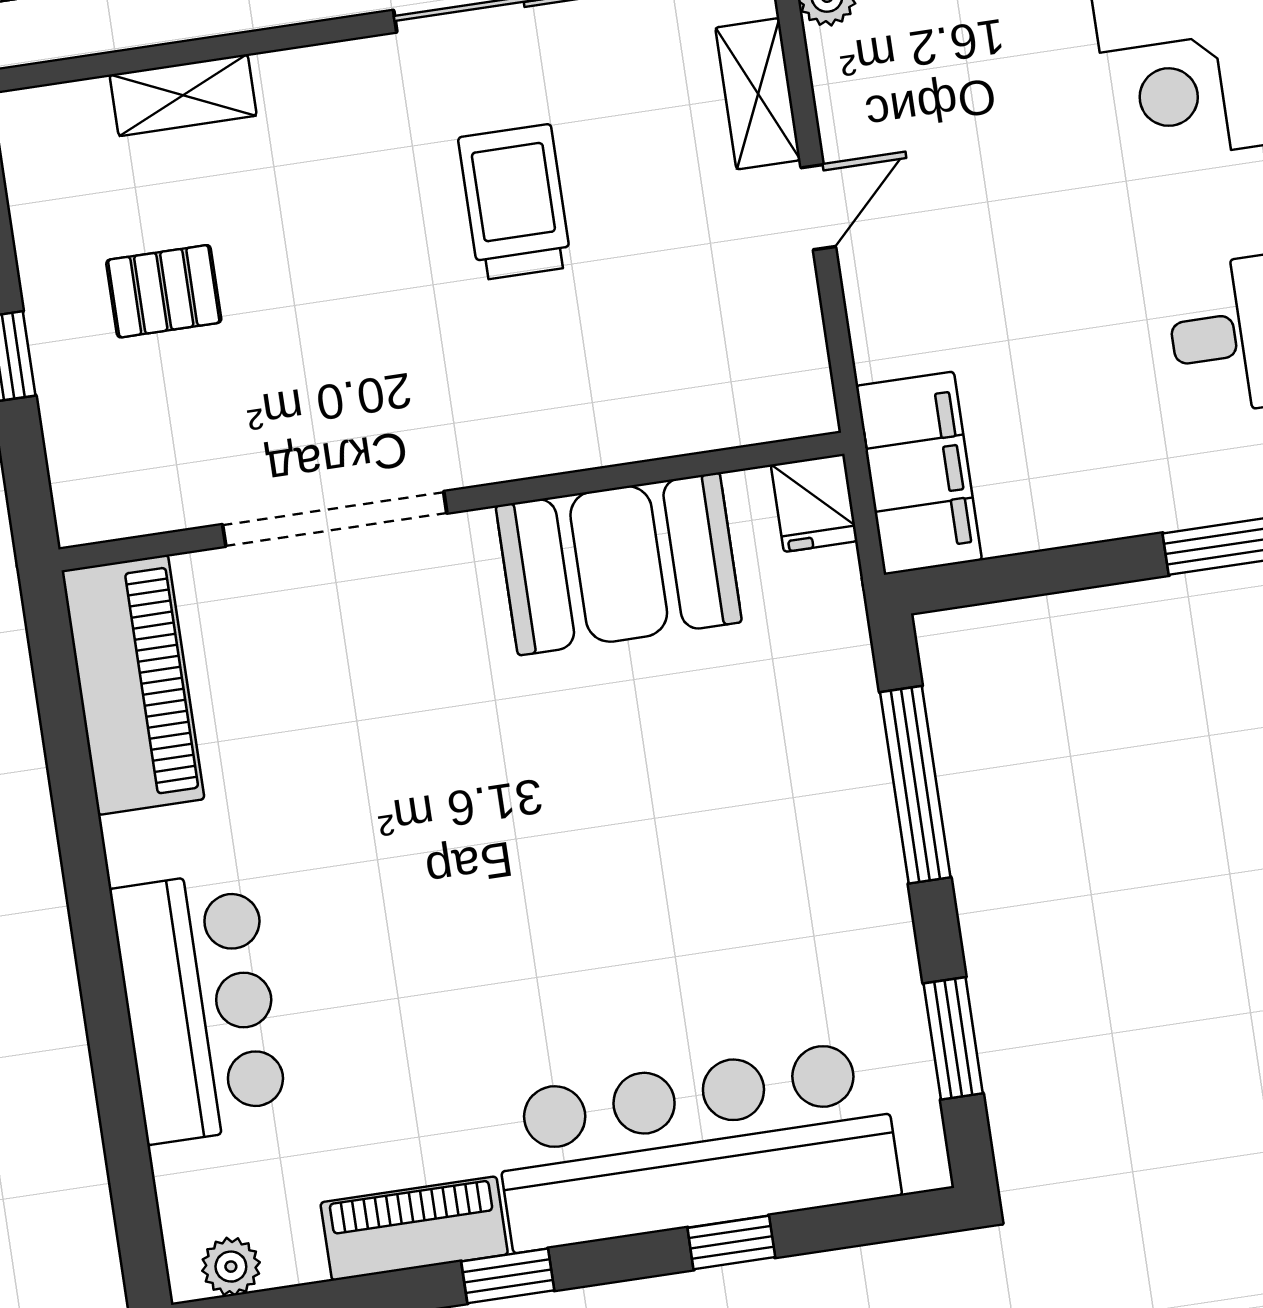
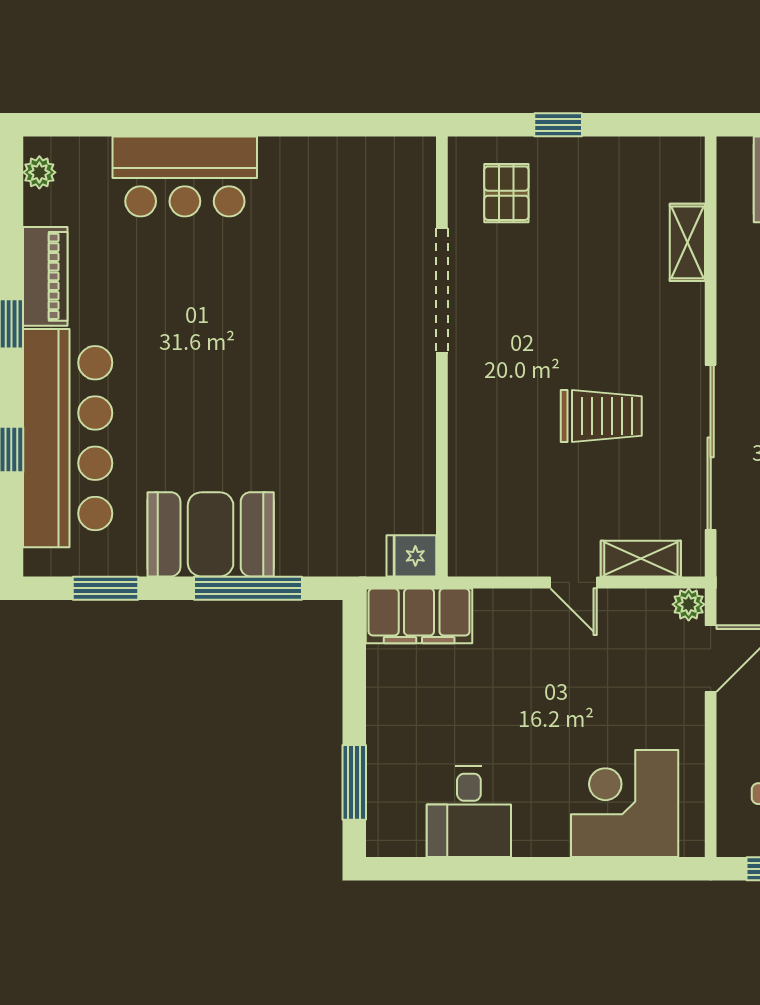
pallet: (164, 291) -> (506, 193), moved
booth: (619, 564) -> (211, 534), moved, turned 90
piano: (133, 685) -> (367, 166), removed

